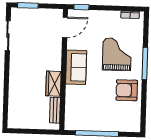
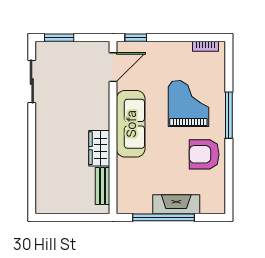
sofa: (76, 67) -> (131, 124), width x1.36
fireplace: (106, 125) -> (176, 204), added

